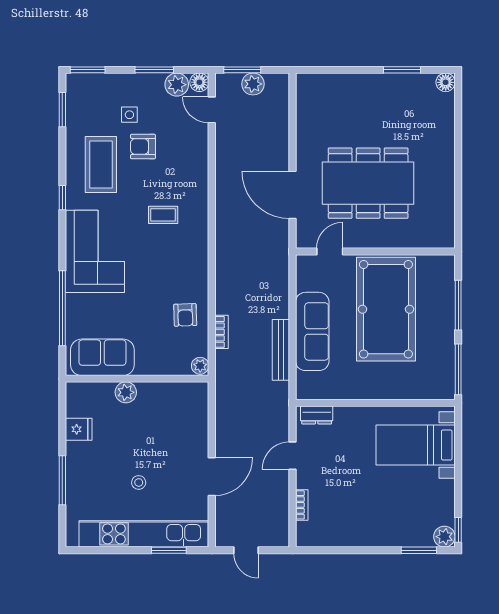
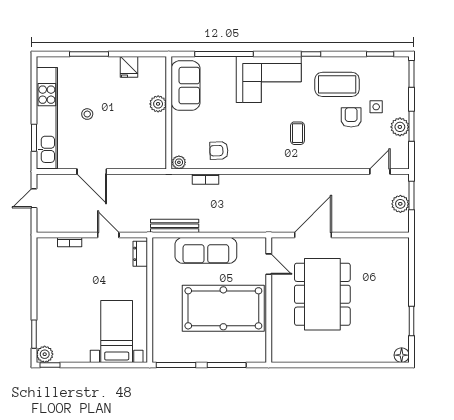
floor lamp: (199, 82) -> (402, 162), removed
plant: (177, 85) -> (400, 127), moved
bench: (281, 350) -> (175, 226), moved

